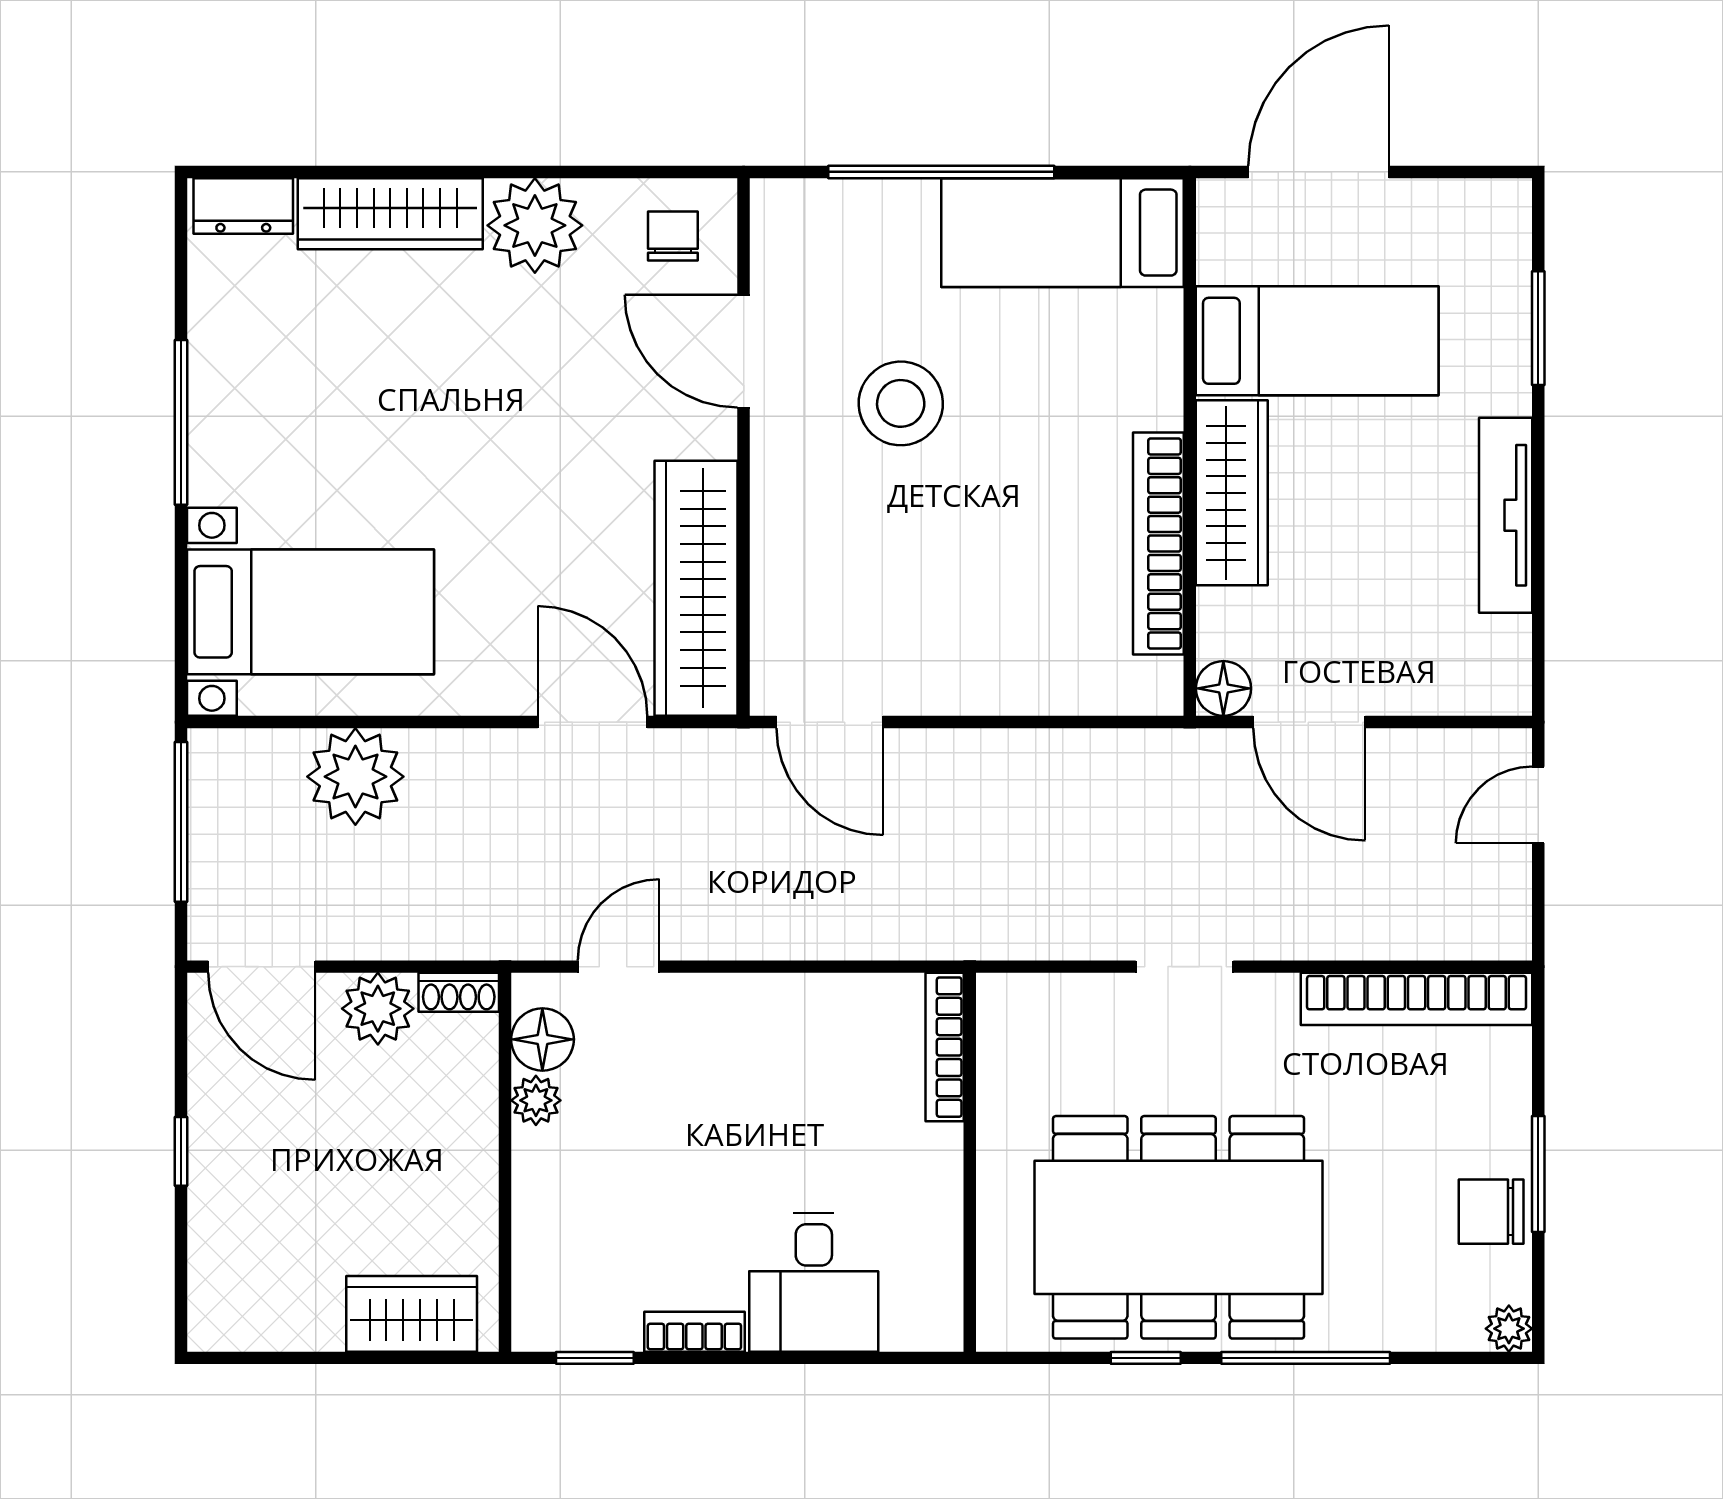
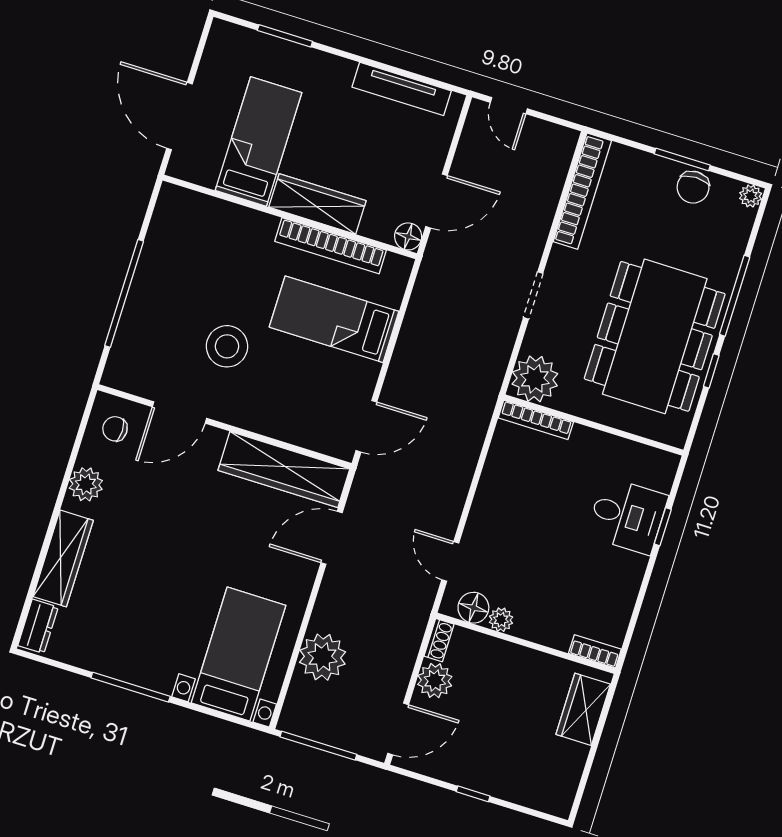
plant: (535, 225) -> (86, 484), width x0.73, depth x0.73
bed: (1063, 233) -> (334, 319), moved, turned 90
tv unit: (1506, 515) -> (402, 89), moved
plant: (1024, 1021) -> (535, 379), added
bookcase: (694, 1332) -> (595, 651), moved, turned 90
window: (595, 1358) -> (663, 527), moved

